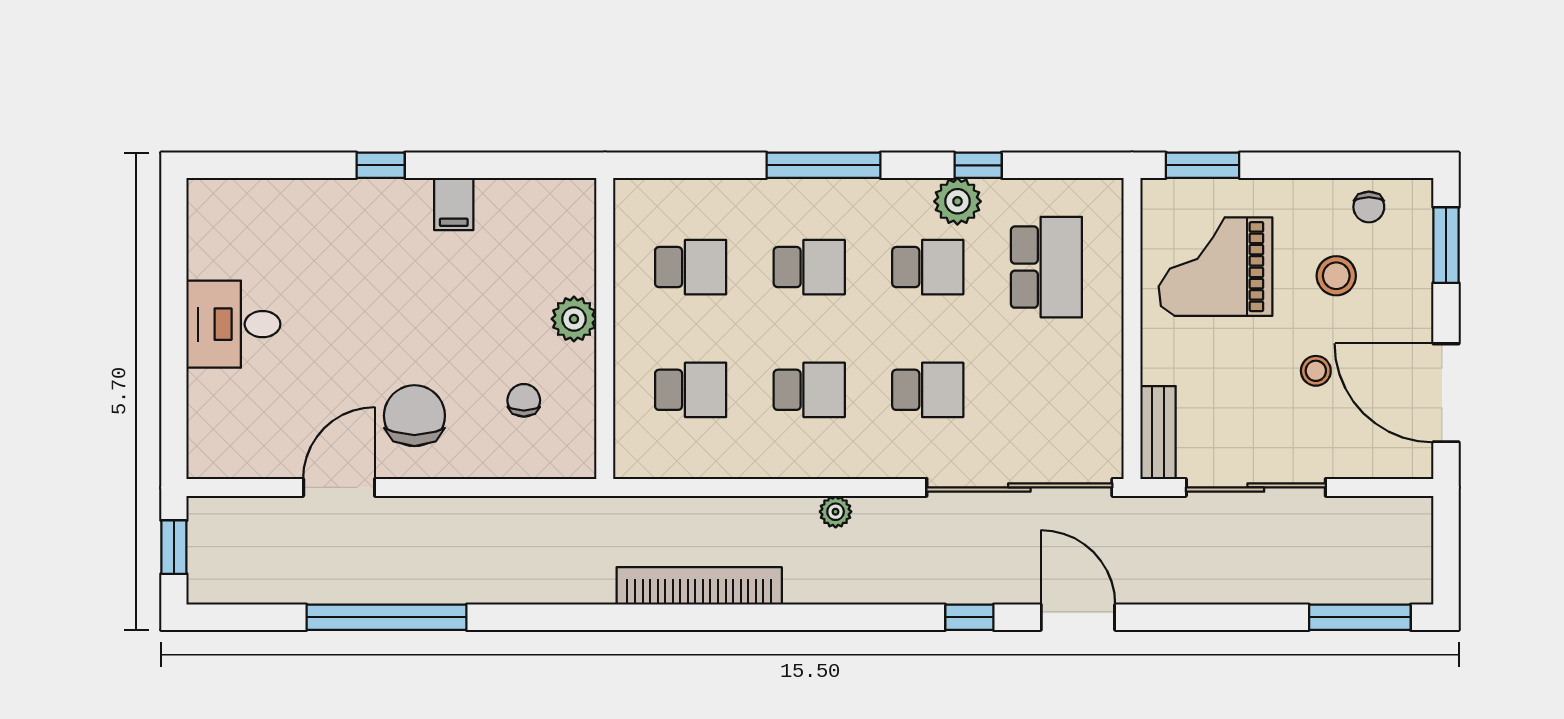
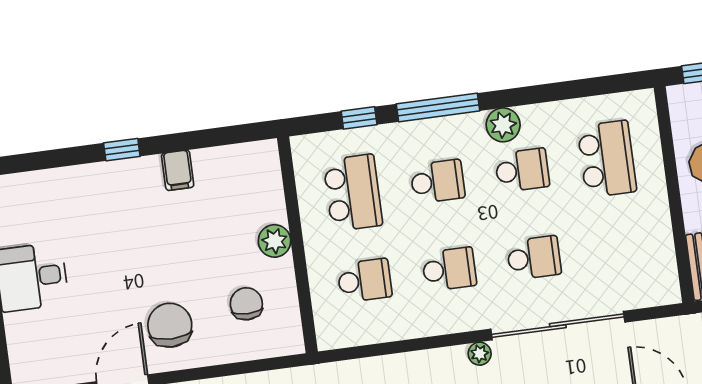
window: (978, 165) -> (359, 118), moved
plant: (957, 201) -> (503, 125), moved
school desk: (691, 267) -> (353, 193), width x1.85
chair: (524, 400) -> (246, 304), width x1.37, depth x1.37
sliding door: (1019, 487) -> (558, 326), moved

